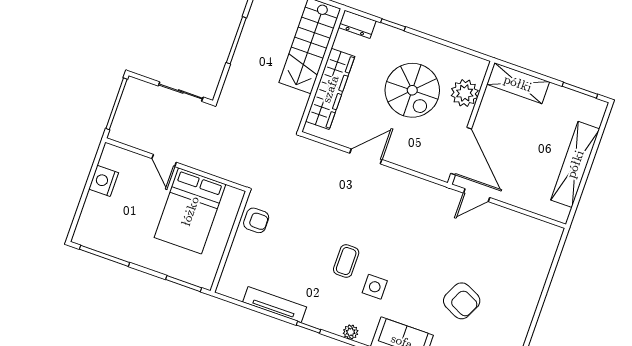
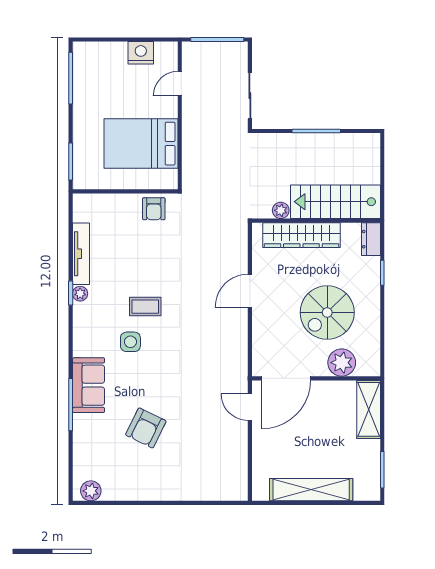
plant: (300, 100) -> (281, 210), added
door: (366, 156) -> (250, 291), swing flipped
door: (164, 160) -> (180, 84), moved
plant: (351, 332) -> (80, 294), moved

